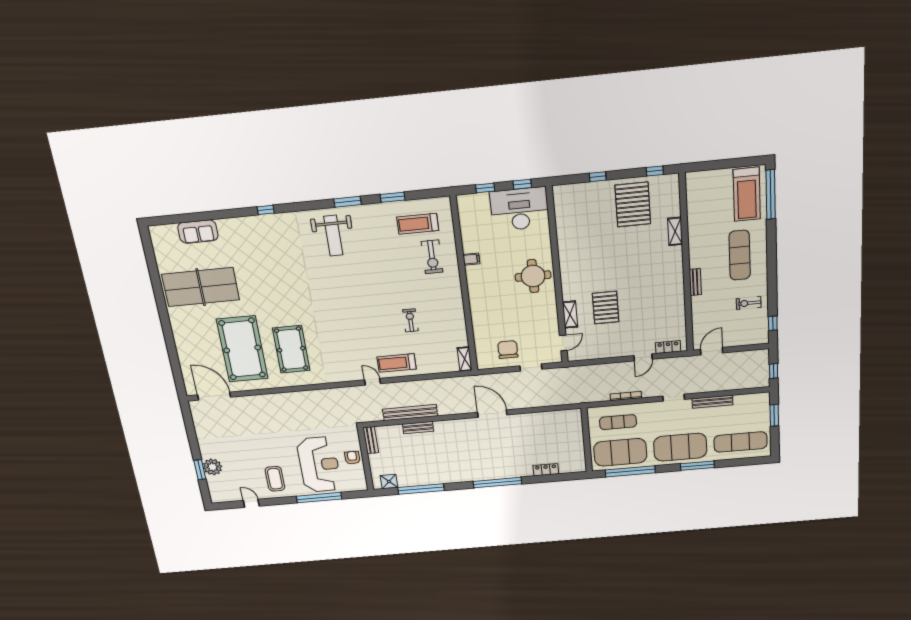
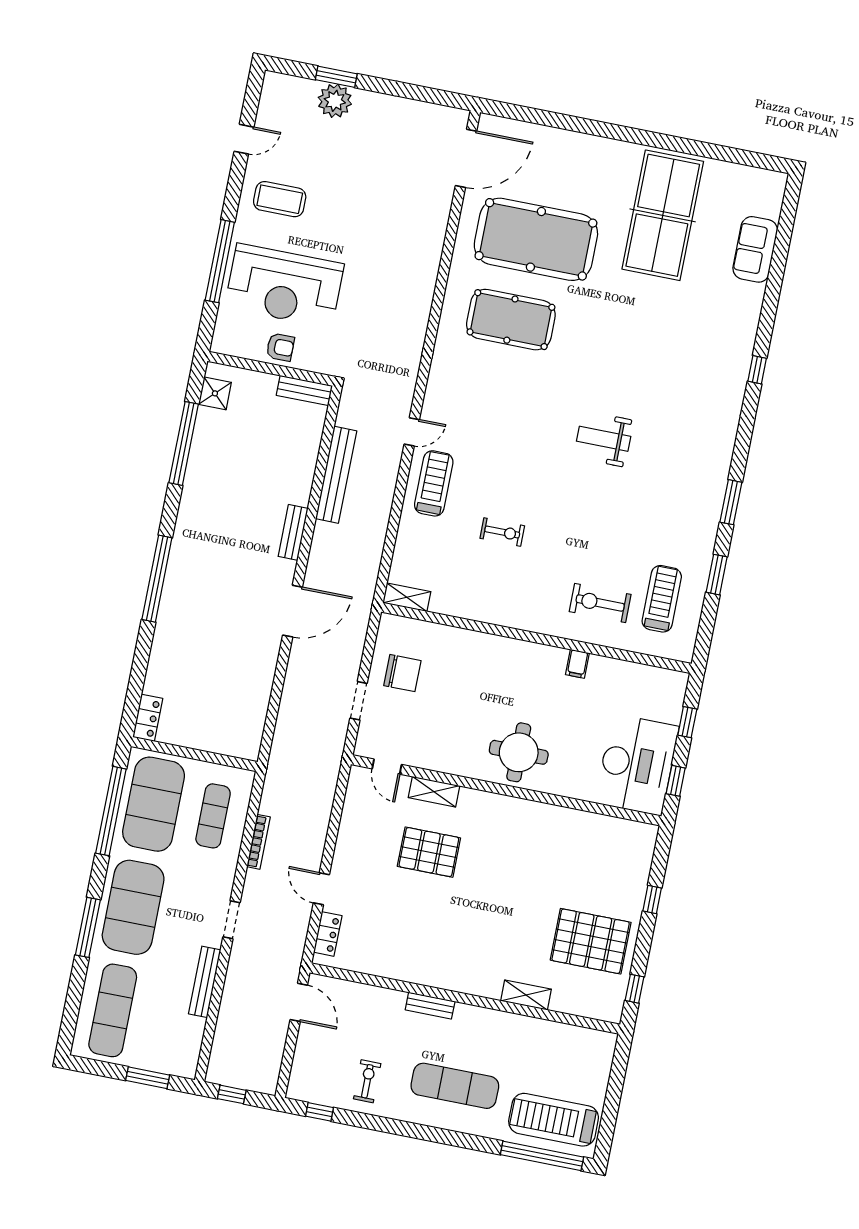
weight bench: (333, 236) -> (604, 439), moved, width x0.73, depth x0.75
bench: (418, 428) -> (293, 532), moved
locker: (546, 470) -> (148, 718), moved

